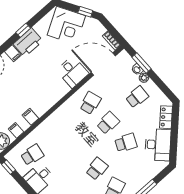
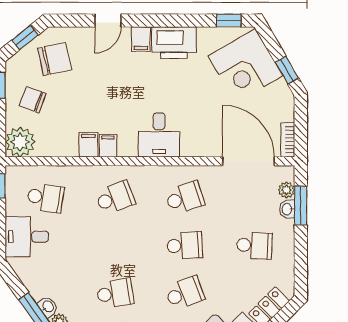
window: (23, 30) -> (229, 21), moved
desk: (73, 72) -> (159, 135), moved
plant: (144, 78) -> (286, 190), moved
school desk: (61, 129) -> (115, 198), added
filing cabinet: (16, 130) -> (108, 146), moved
school desk: (126, 143) -> (185, 293), turned -45

